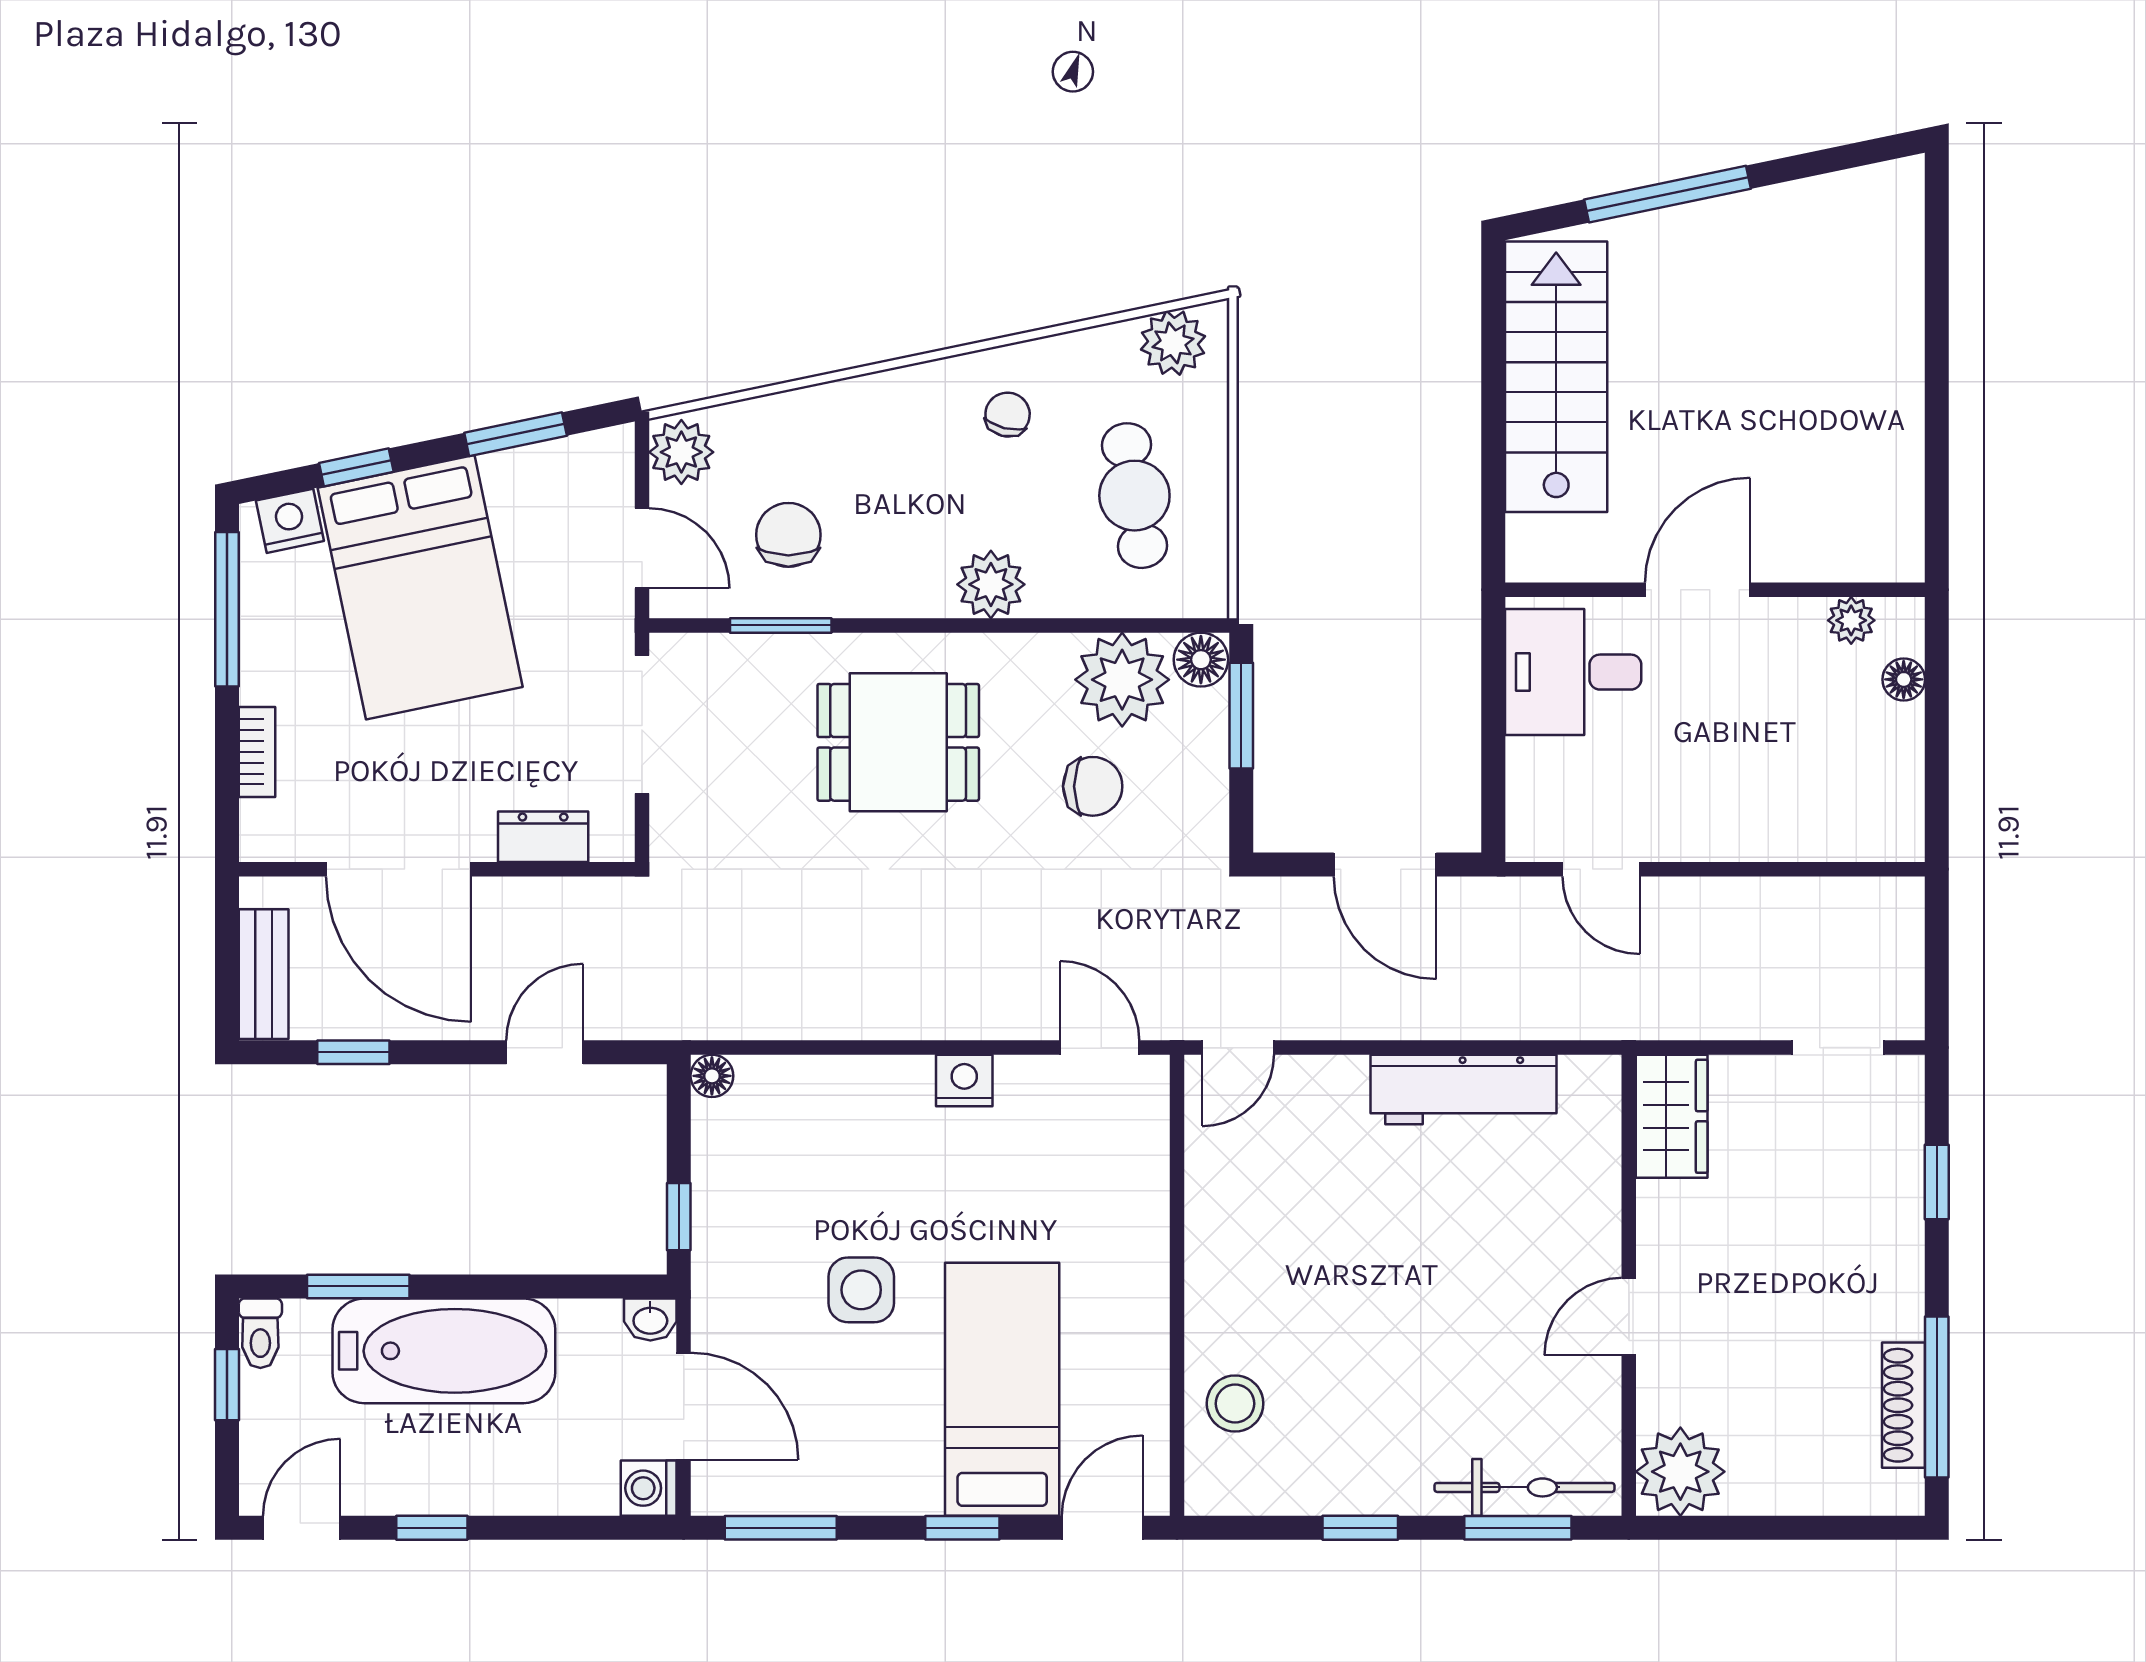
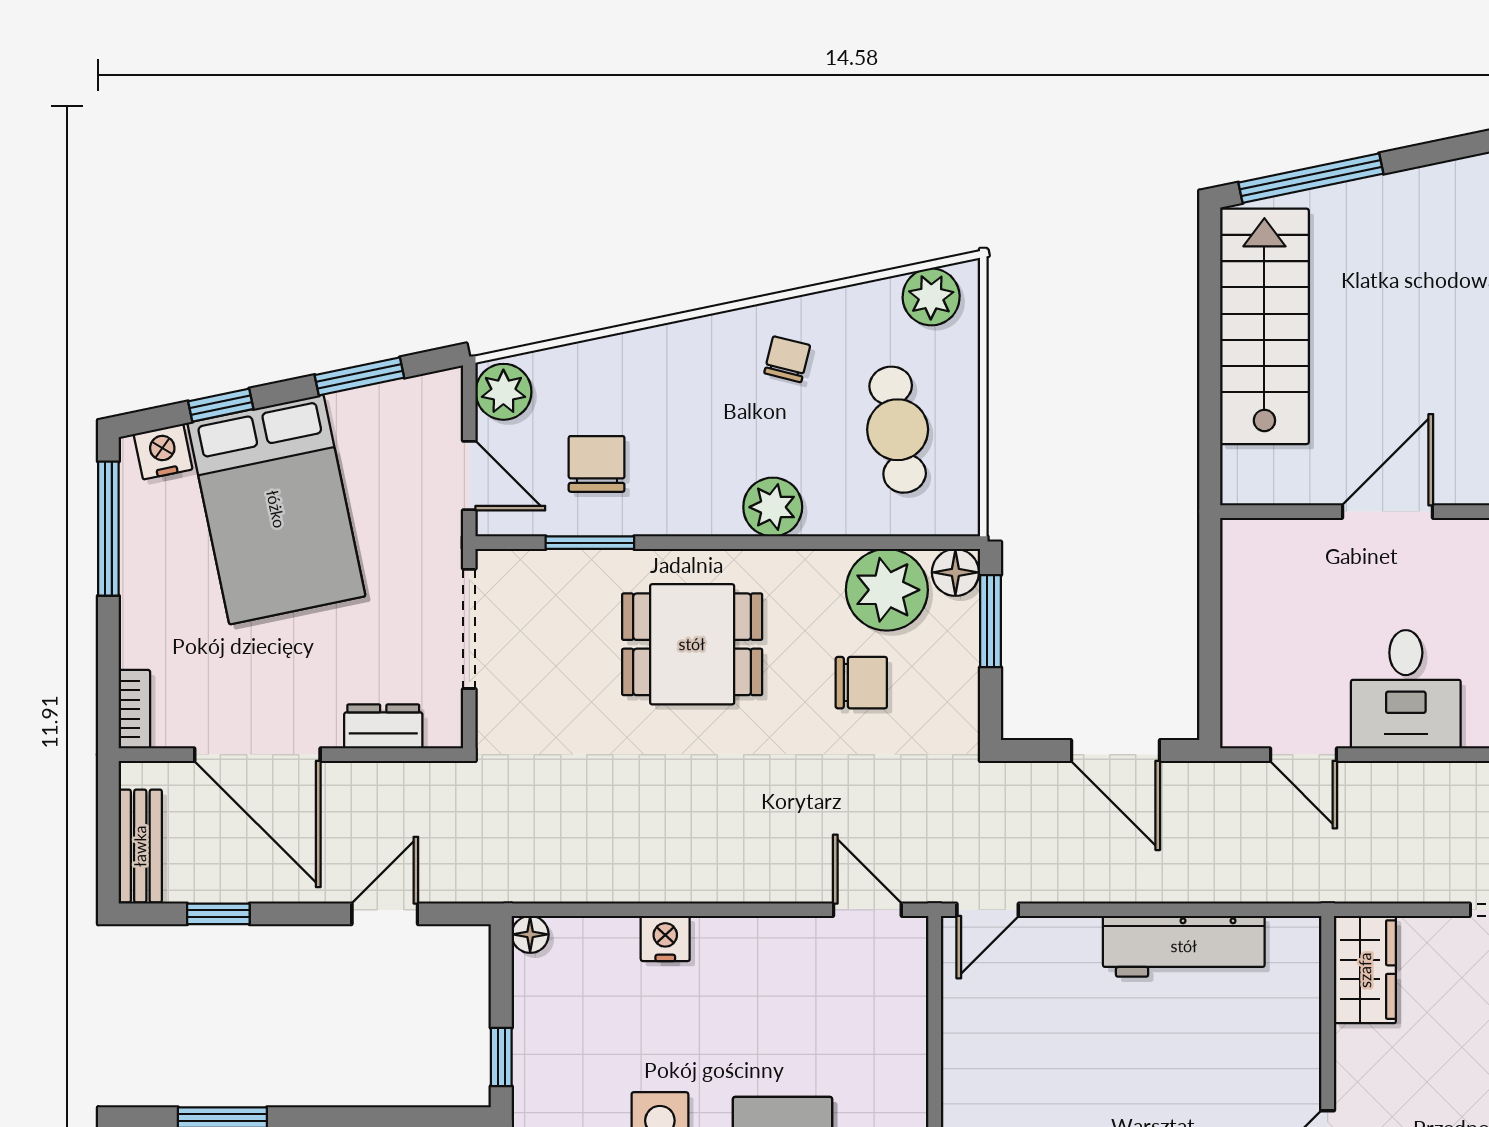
window: (1667, 194) -> (1311, 178), moved
desk: (1573, 672) -> (1406, 689), moved, turned -90
bookcase: (257, 752) -> (134, 709), moved
nightstand: (964, 1081) -> (665, 939), moved

